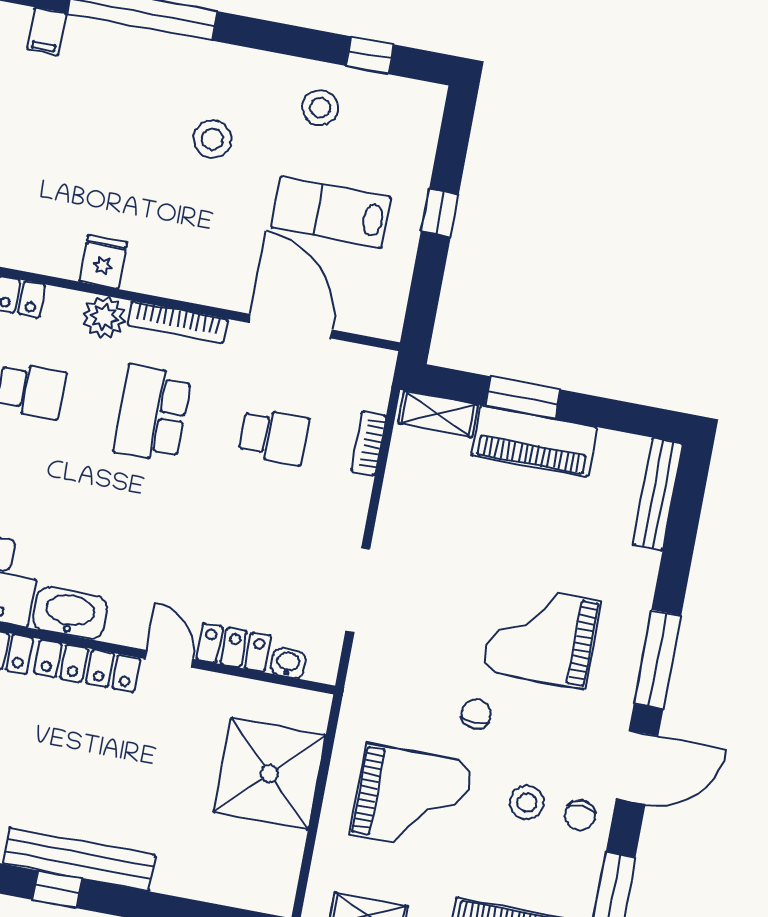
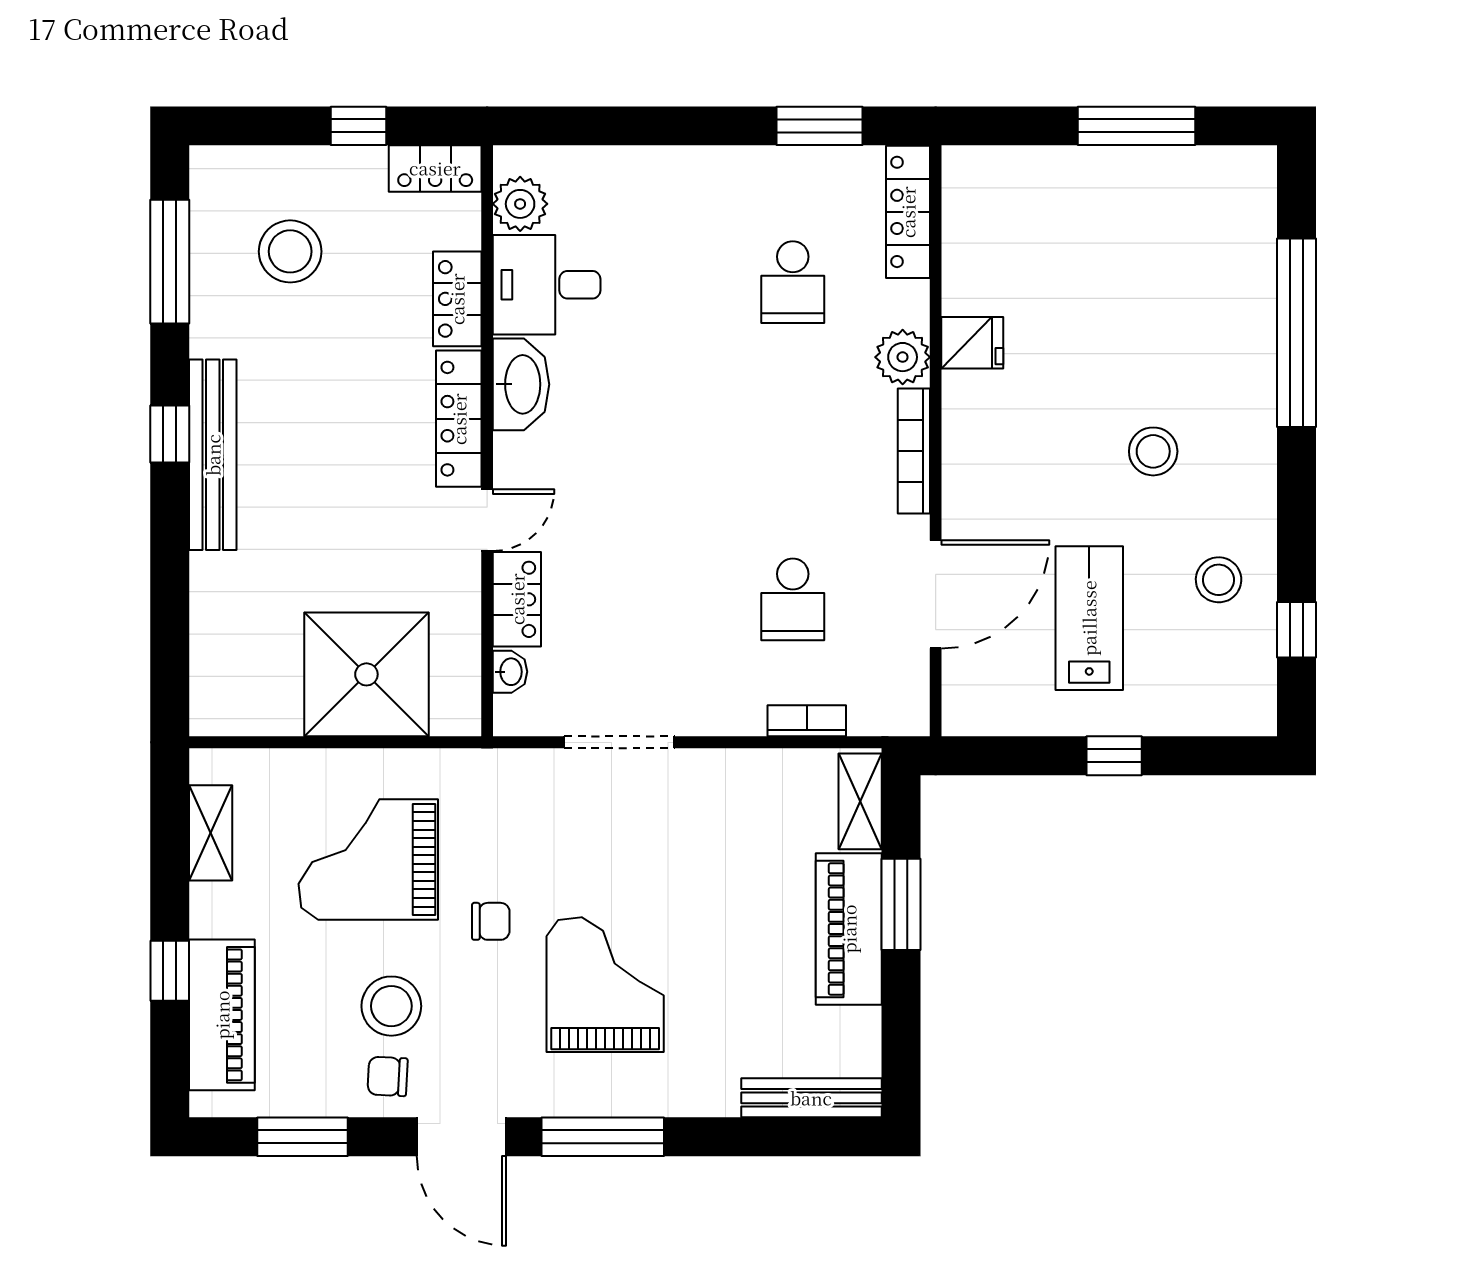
filing cabinet: (46, 31) -> (1250, 216), removed
school desk: (152, 413) -> (793, 441), removed
grand piano: (411, 799) -> (368, 860), turned 90
stool: (527, 802) -> (391, 1006), width x1.38, depth x1.38

